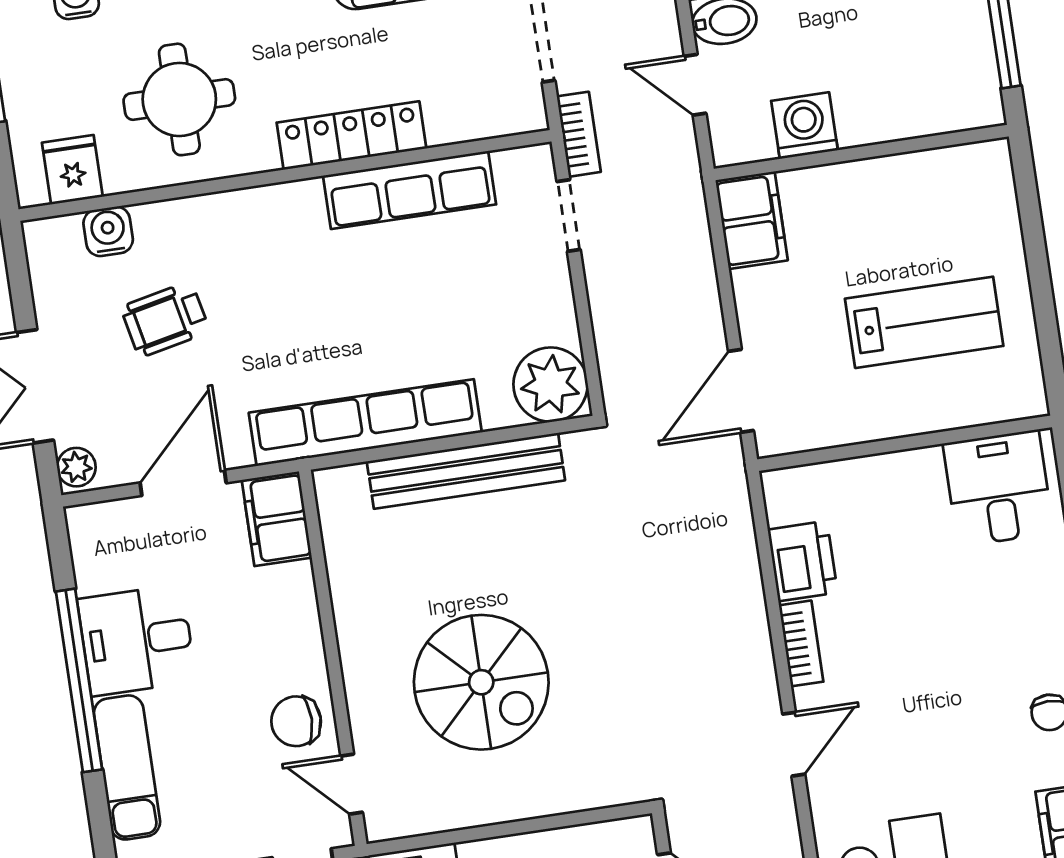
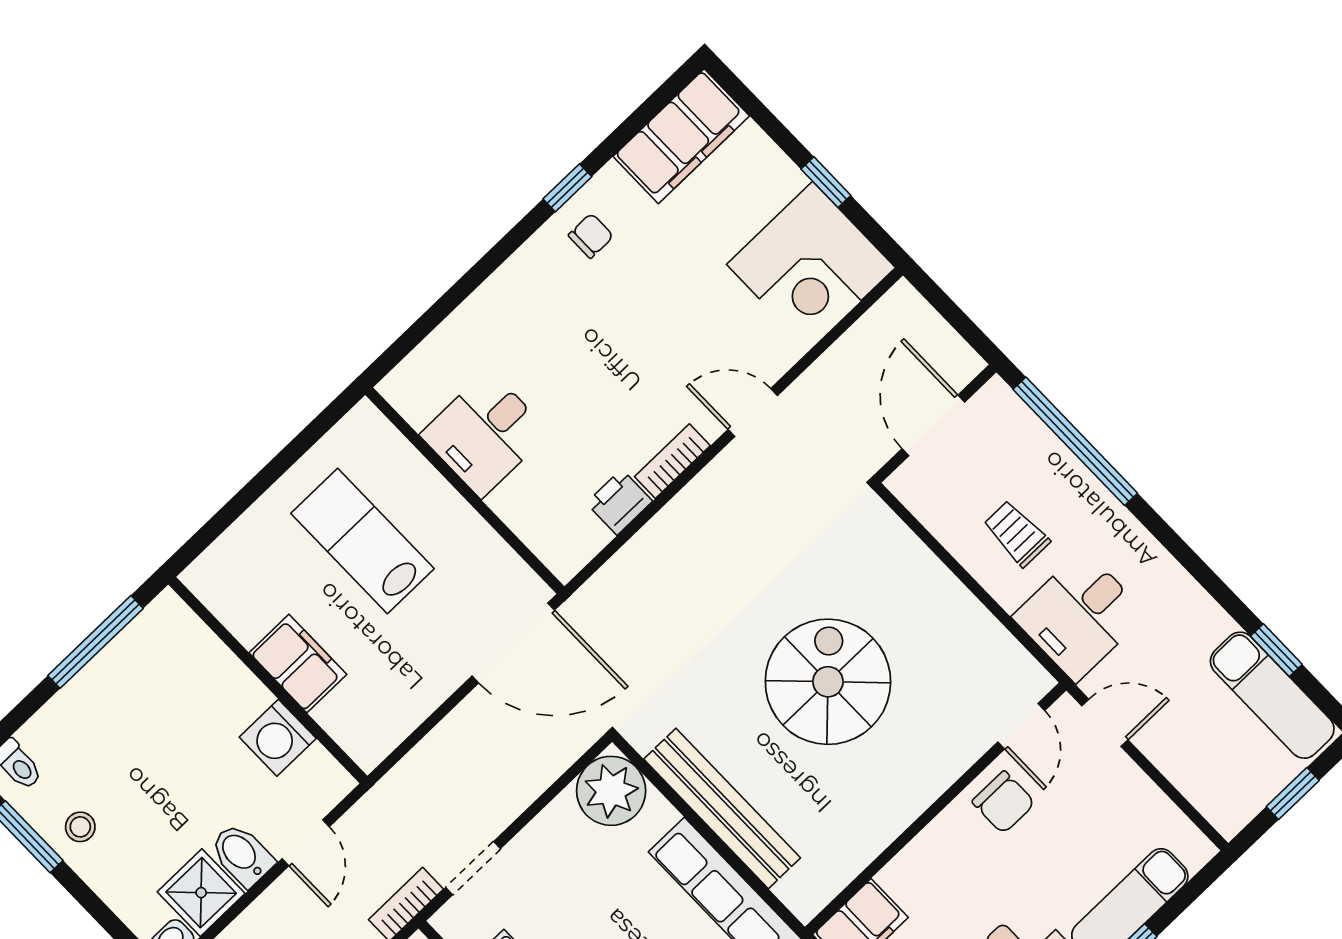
filing cabinet: (752, 220) -> (298, 664), moved, turned 90
door: (741, 391) -> (513, 643), width x1.36
desk: (998, 488) -> (485, 434), moved
printer: (803, 561) -> (619, 502), width x0.73, depth x0.81
spiral stairs: (481, 682) -> (828, 682), moved

